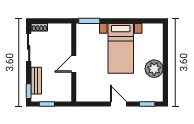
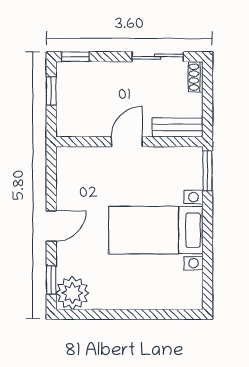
door: (74, 64) -> (127, 142), hinge flipped
plant: (154, 69) -> (72, 293), moved
bench: (36, 81) -> (178, 128), moved

